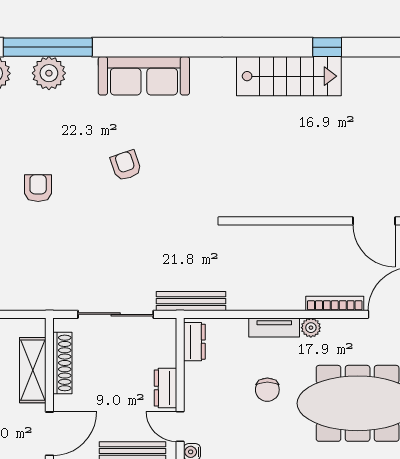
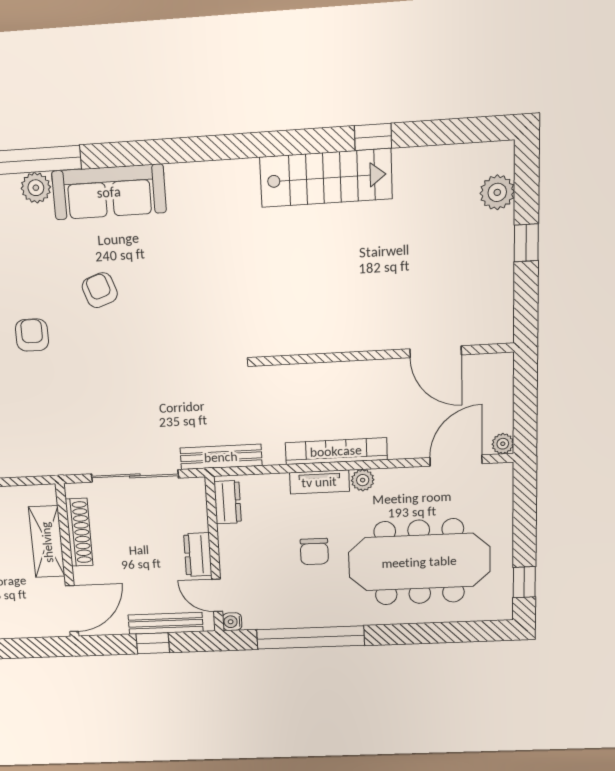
plant: (49, 73) -> (36, 188), width x0.73, depth x0.73
sofa: (144, 76) -> (109, 192), moved
armchair: (126, 165) -> (100, 290), moved
bookcase: (335, 303) -> (336, 451), moved, width x1.48, depth x1.31

